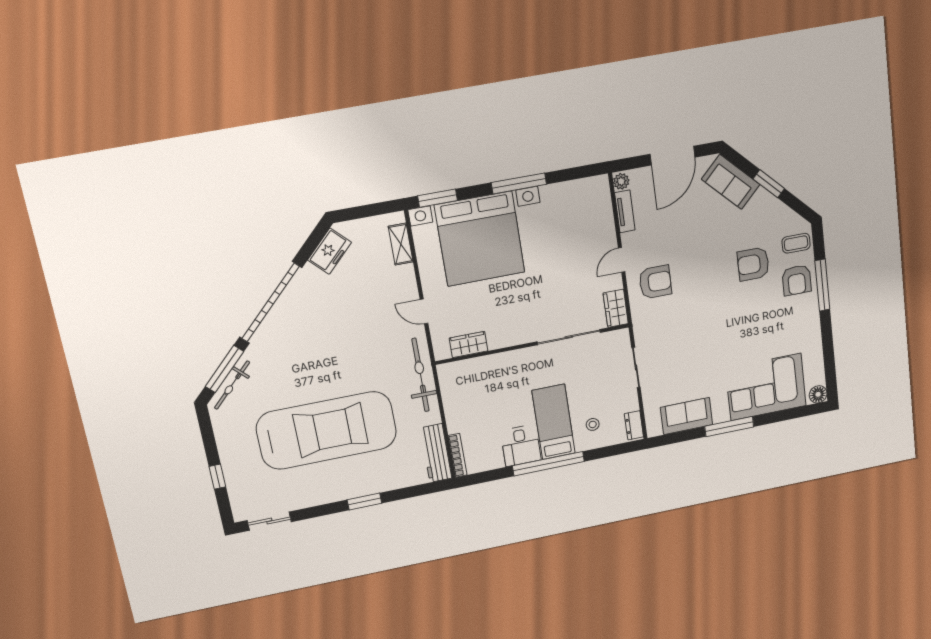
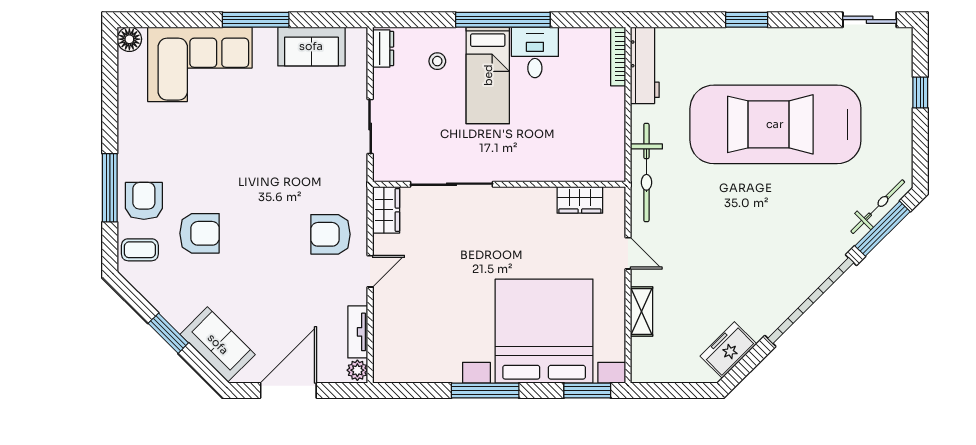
shelving: (401, 244) -> (642, 312), moved

